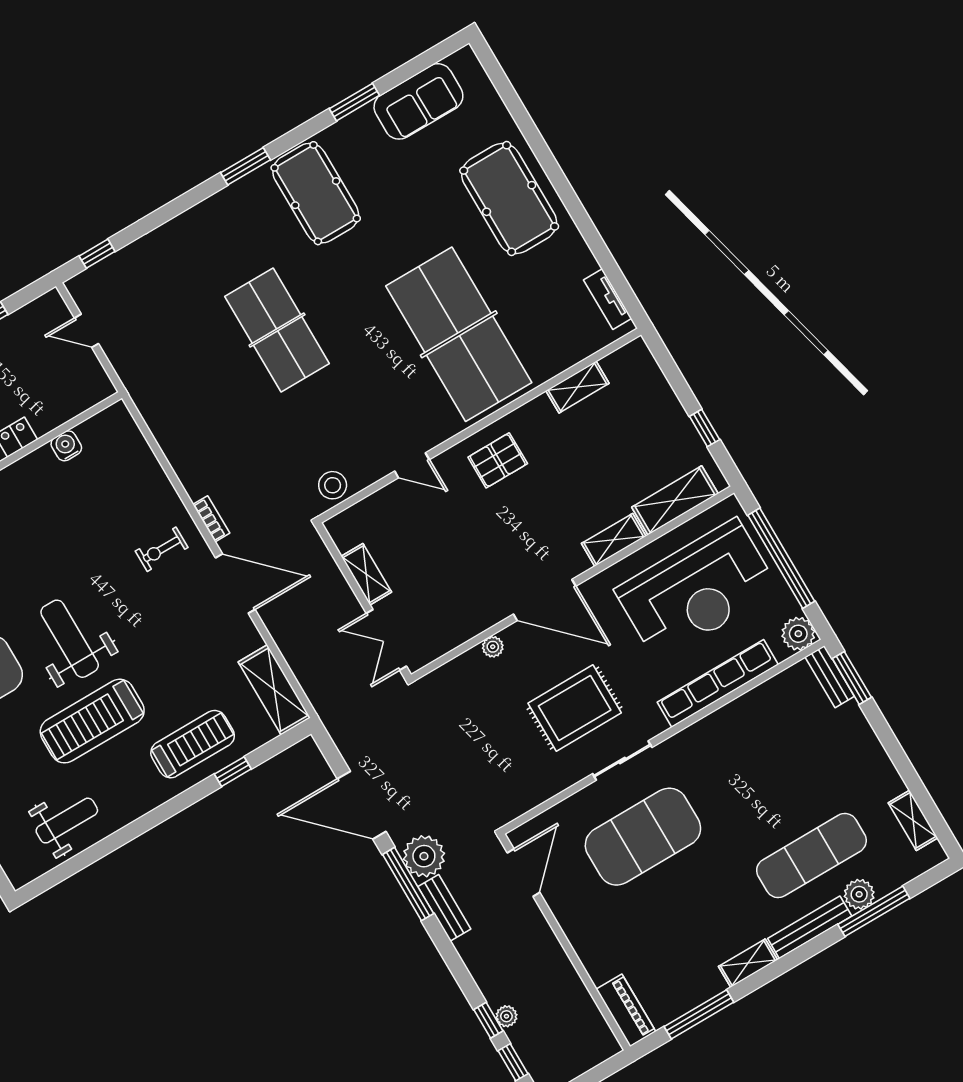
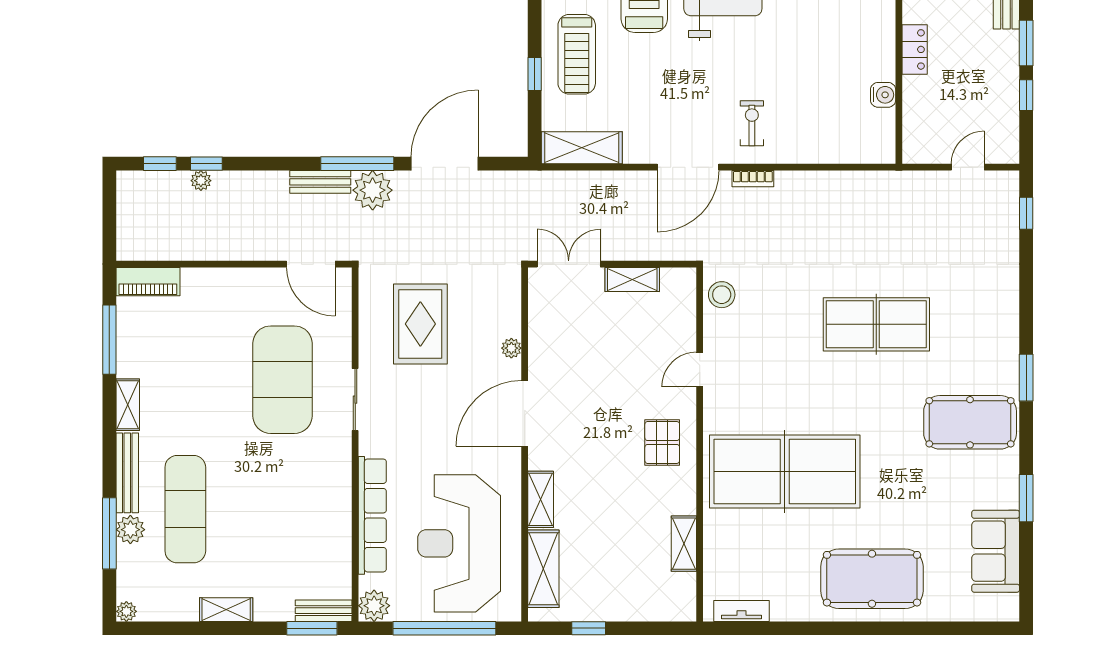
rug: (575, 708) -> (420, 324), moved
shelving: (913, 820) -> (226, 610), moved
plant: (935, 854) -> (126, 611), added

